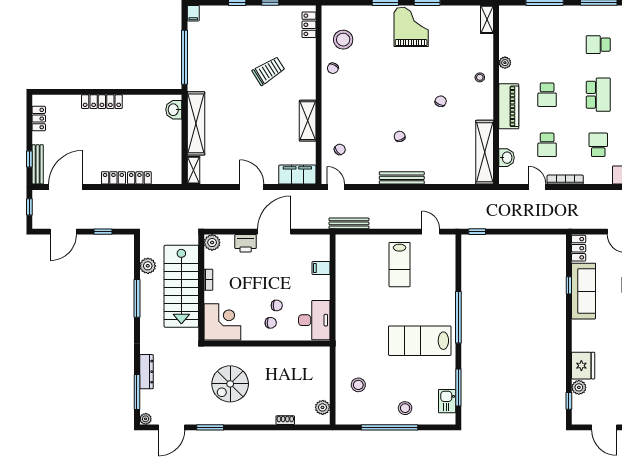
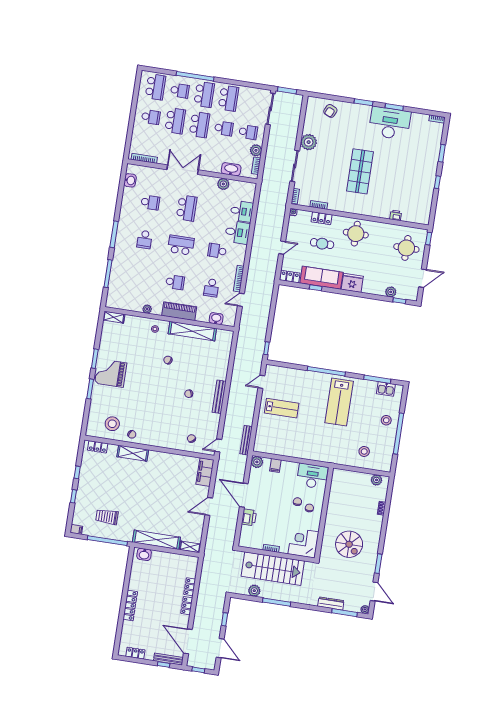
trolley: (269, 71) -> (107, 517), moved, turned -58
shelving: (308, 121) -> (133, 453), moved
school desk: (547, 145) -> (211, 288), turned 90
shelving: (485, 152) -> (192, 331), moved
plant: (212, 243) -> (257, 462), moved
fridge: (583, 366) -> (352, 283), moved

